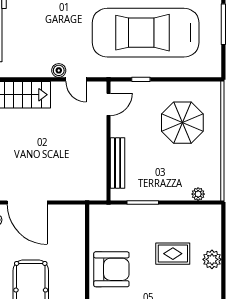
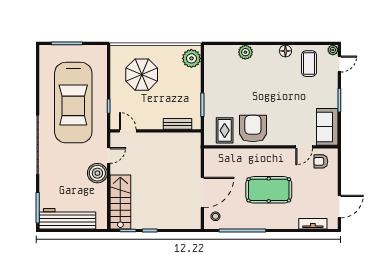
boiler: (59, 70) -> (97, 173), width x1.86, depth x1.86
bench: (118, 163) -> (177, 124), width x0.73
plant: (198, 194) -> (191, 58), width x1.87, depth x1.87
rug: (173, 254) -> (225, 130), moved

